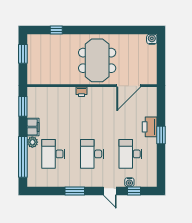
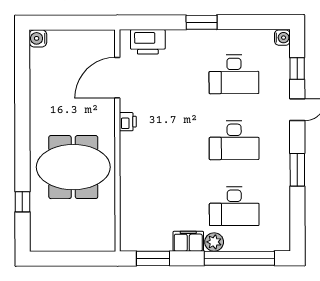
window: (23, 54) -> (63, 259), removed
meeting table: (97, 60) -> (73, 167), moved
door: (129, 86) -> (117, 78), swing flipped
printer: (81, 92) -> (128, 122), moved
printer: (150, 127) -> (148, 42), moved
water cooler: (129, 182) -> (282, 38), moved

